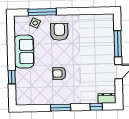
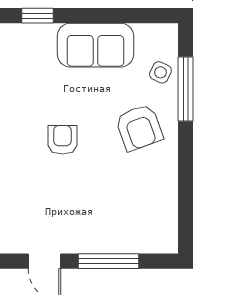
armchair: (59, 32) -> (139, 127), turned 70
armchair: (59, 73) -> (62, 140), moved

